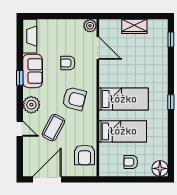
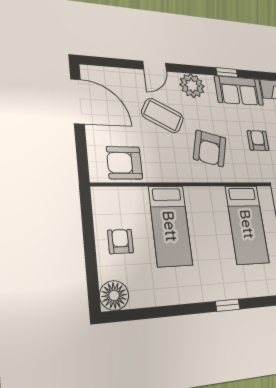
bed: (123, 99) -> (247, 224), moved

